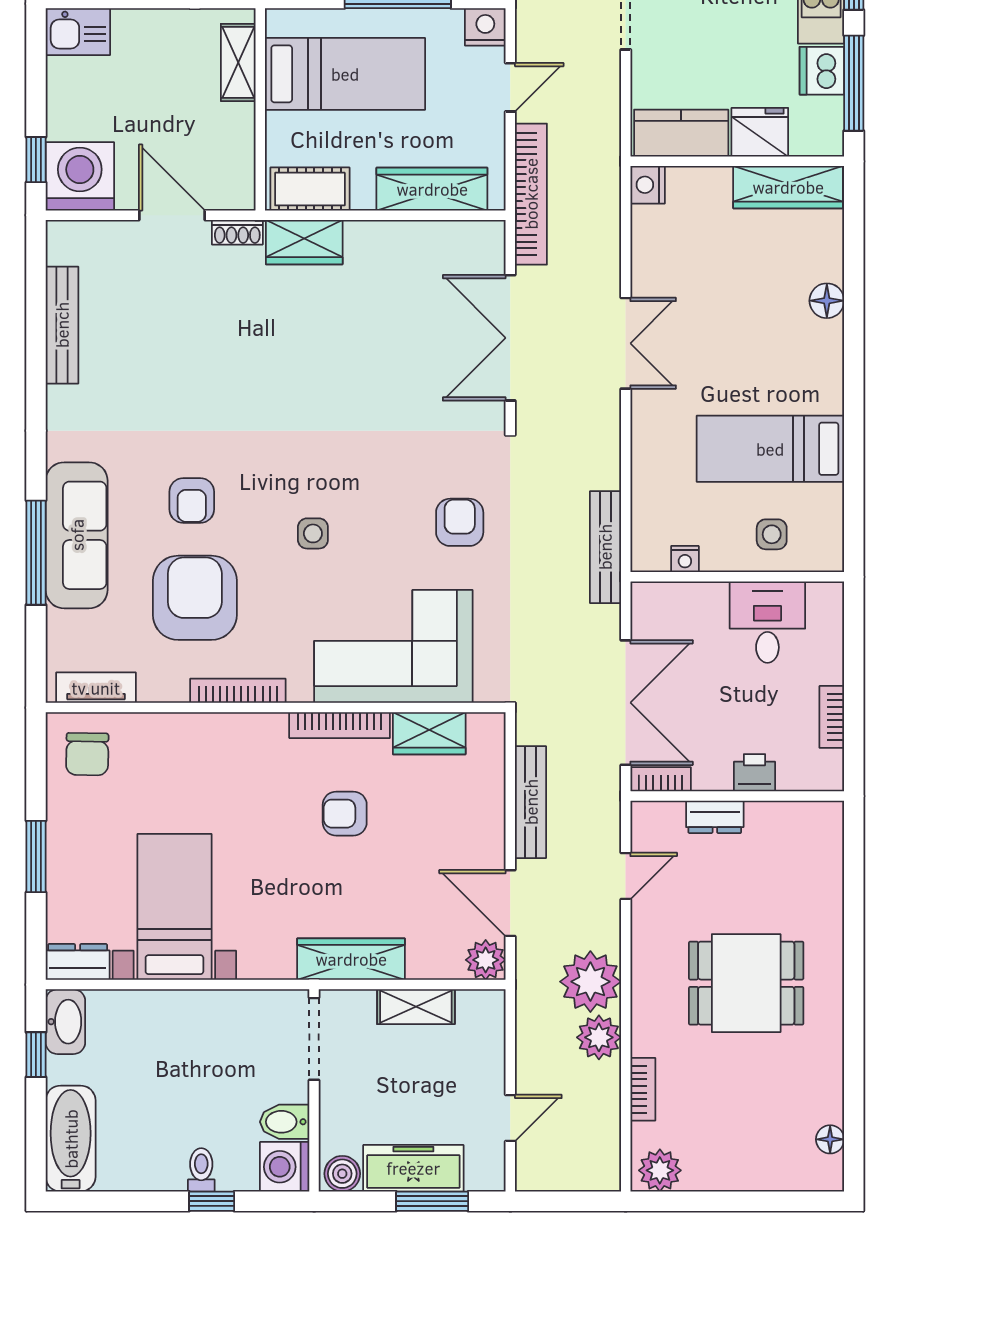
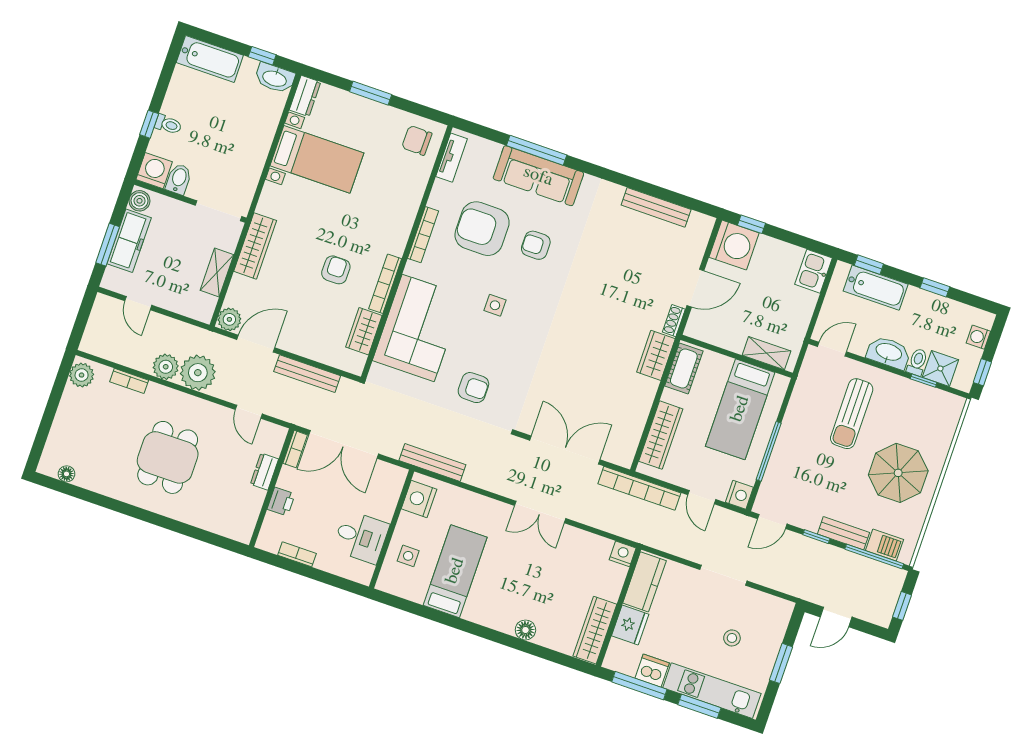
nightstand: (685, 559) -> (419, 499), width x1.89, depth x1.79
armchair: (195, 598) -> (482, 229), turned 180

